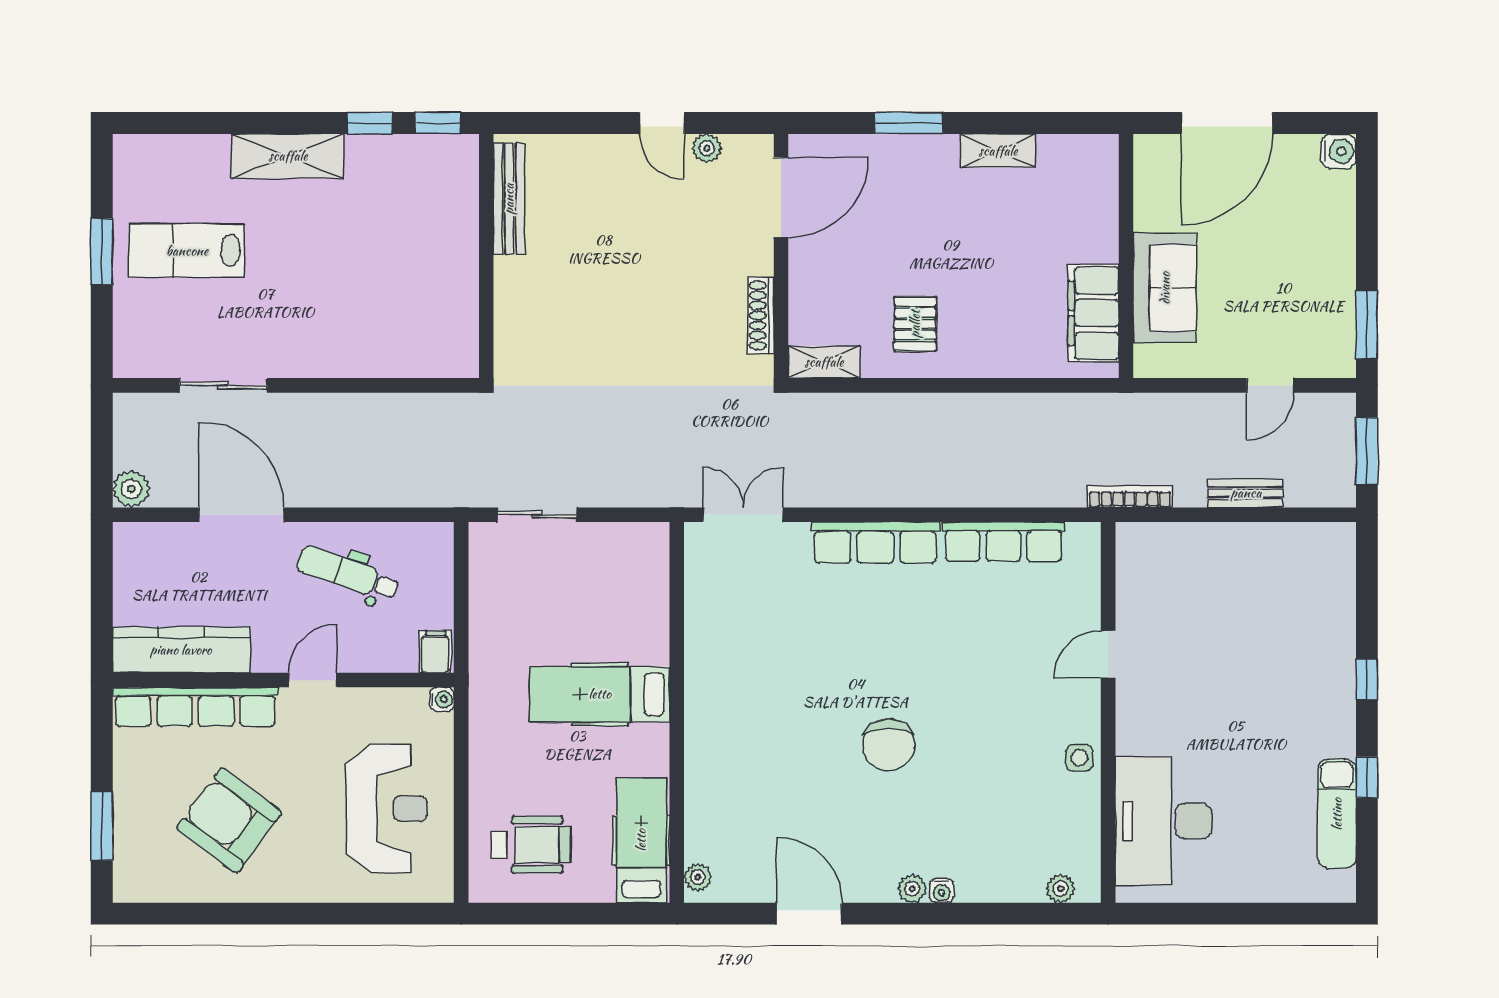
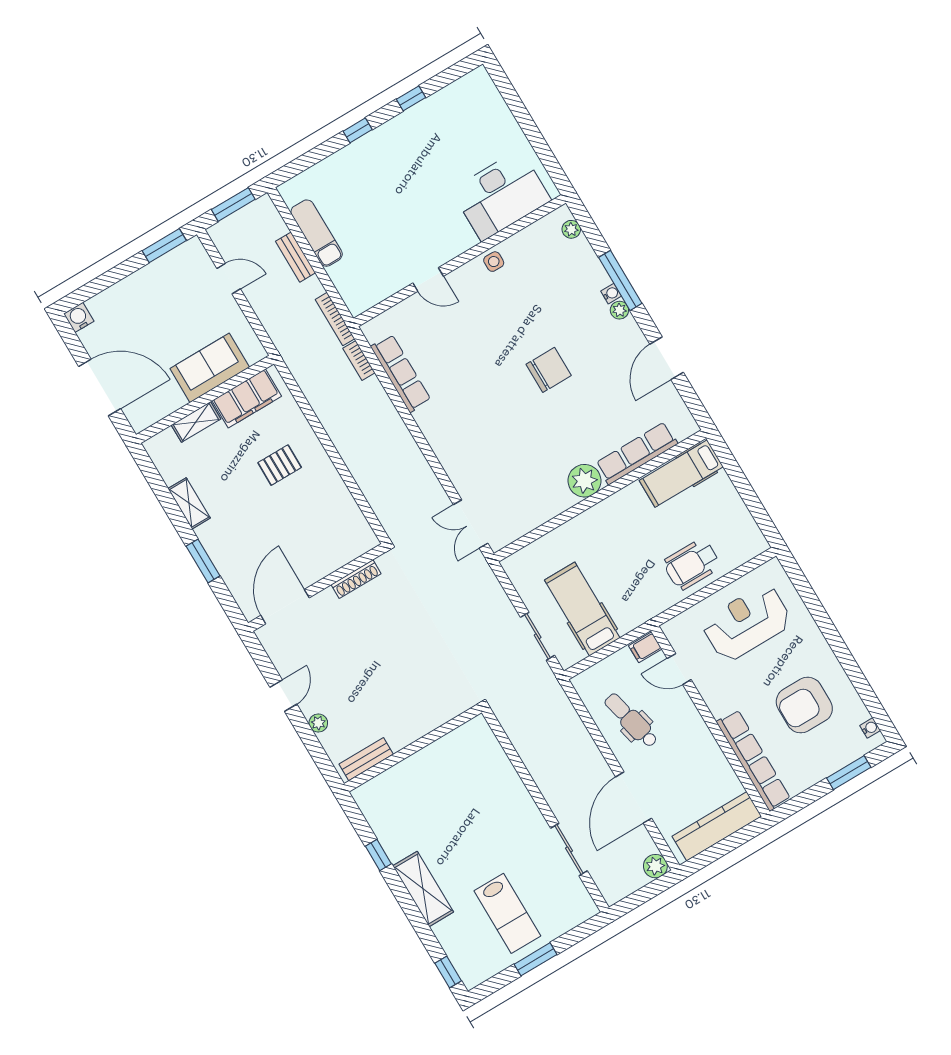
window: (438, 123) -> (448, 972), moved
plant: (707, 148) -> (318, 723), moved
door: (781, 197) -> (285, 607), hinge flipped
bench: (509, 199) -> (366, 759), width x0.73
pallet: (915, 324) -> (280, 465), moved
shelving: (824, 362) -> (196, 422), moved, turned 90
bookcase: (1054, 496) -> (359, 361), added
row of seats: (875, 543) -> (637, 453), moved, turned -90
dental chair: (348, 574) -> (631, 720), turned 148
kitchen counter: (181, 650) -> (717, 826), moved, turned 90
door: (313, 680) -> (679, 669), moved
hospital bed: (600, 694) -> (582, 609), moved, turned 180
water cooler: (442, 699) -> (870, 728), moved, turned 90
exam couch: (1337, 814) -> (317, 233), moved, turned -90
armchair: (229, 820) -> (804, 705), turned 53
wheelchair: (531, 845) -> (692, 564), moved, turned -90
plant: (698, 877) -> (584, 481), moved, width x1.88, depth x1.88
window: (952, 914) -> (620, 280), added

